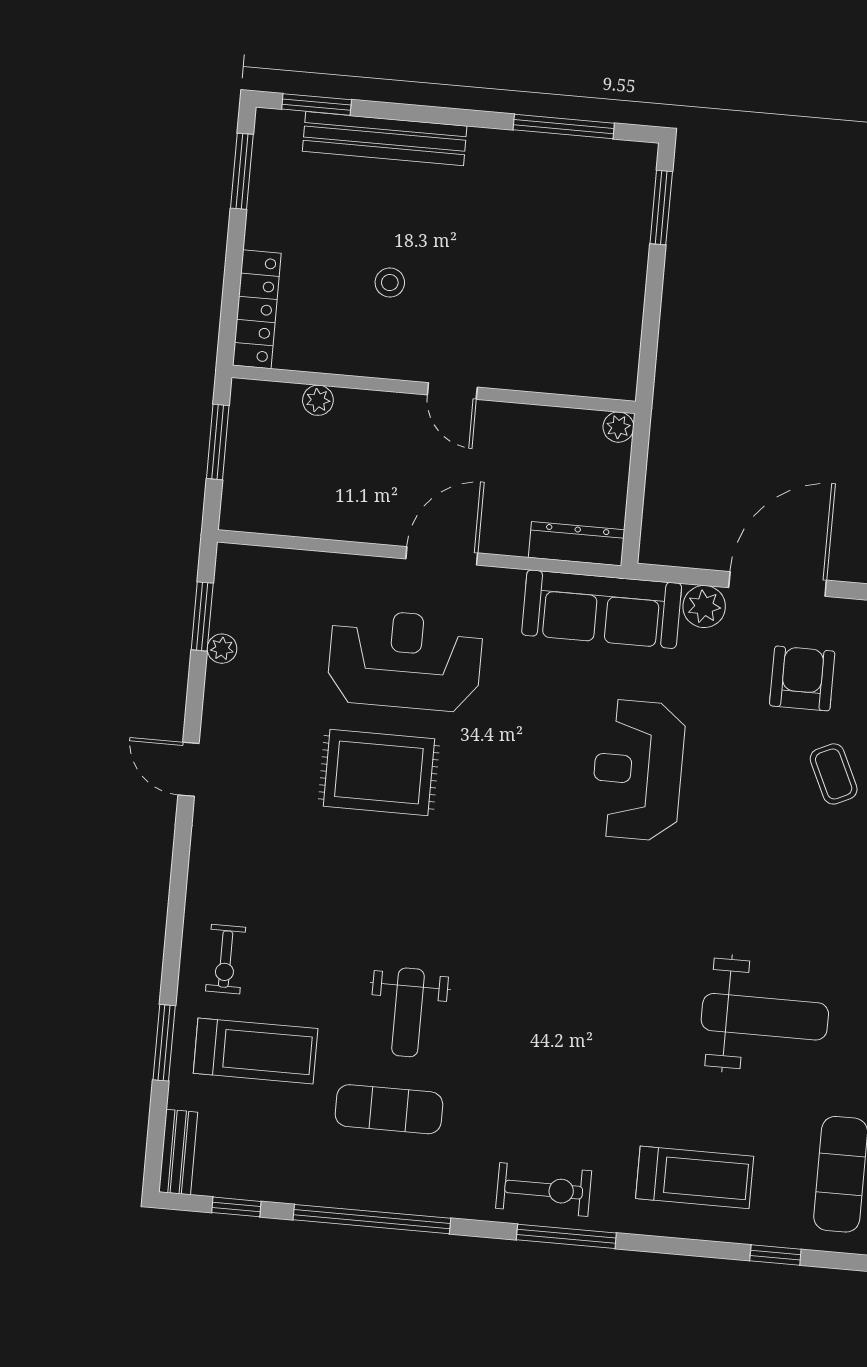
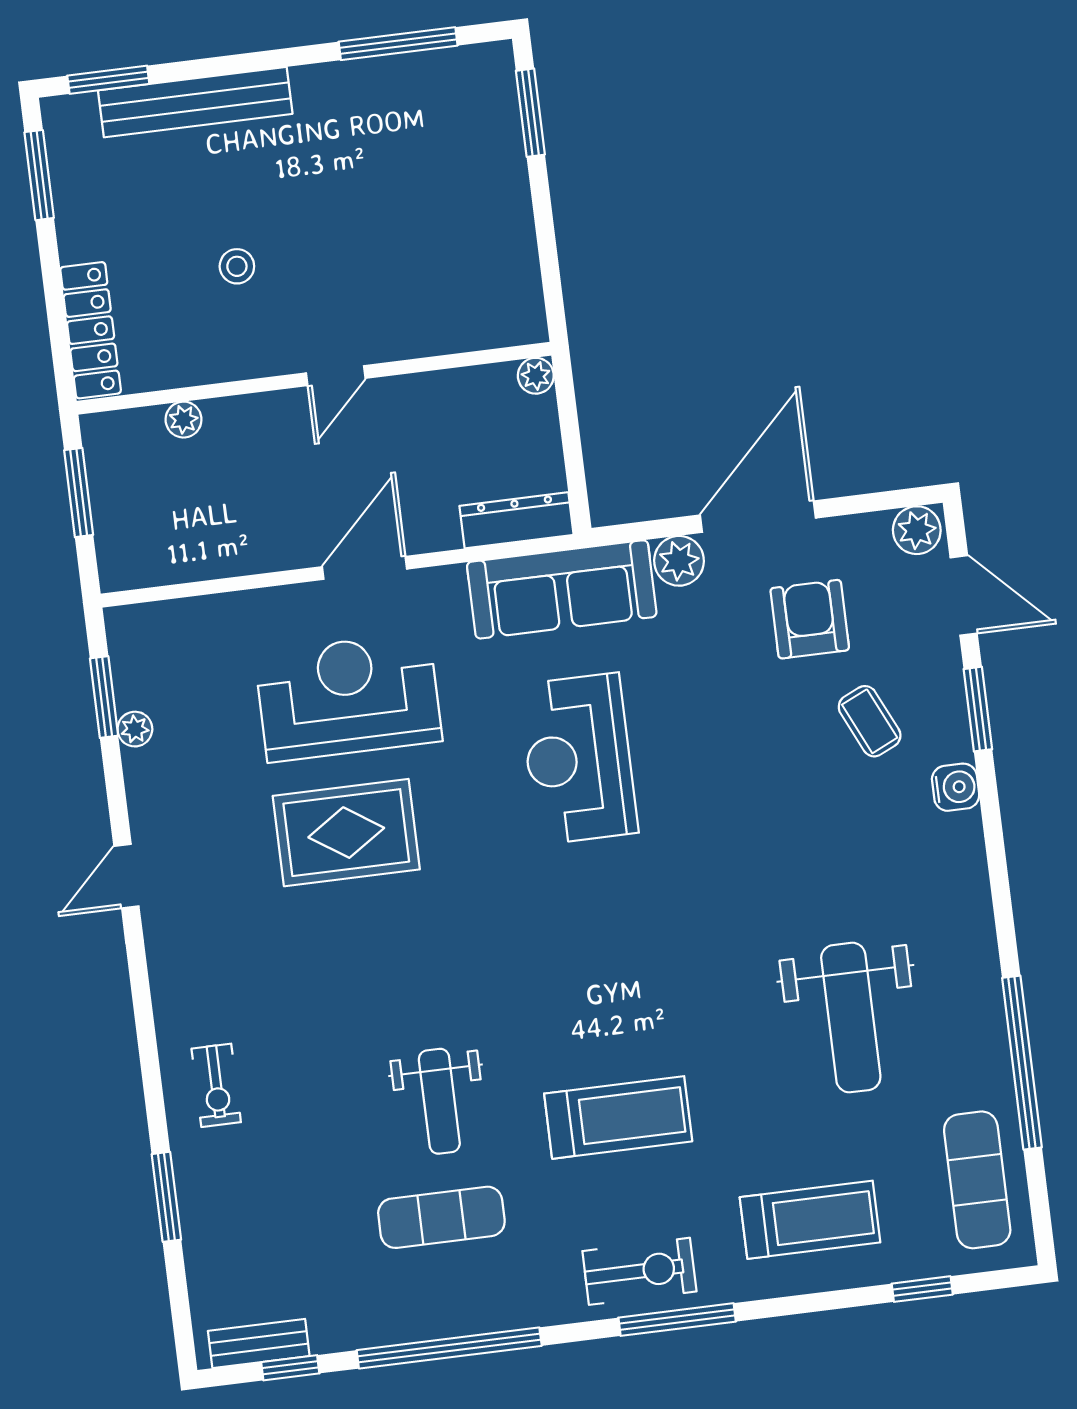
door: (452, 391) -> (336, 376), hinge flipped
door: (189, 769) -> (126, 876), hinge flipped
reception desk: (638, 770) -> (578, 759), moved
weight bench: (765, 1017) -> (851, 1018), turned 90
treadmill: (256, 1051) -> (618, 1117), moved
bench: (178, 1152) -> (259, 1343), moved, turned 90

